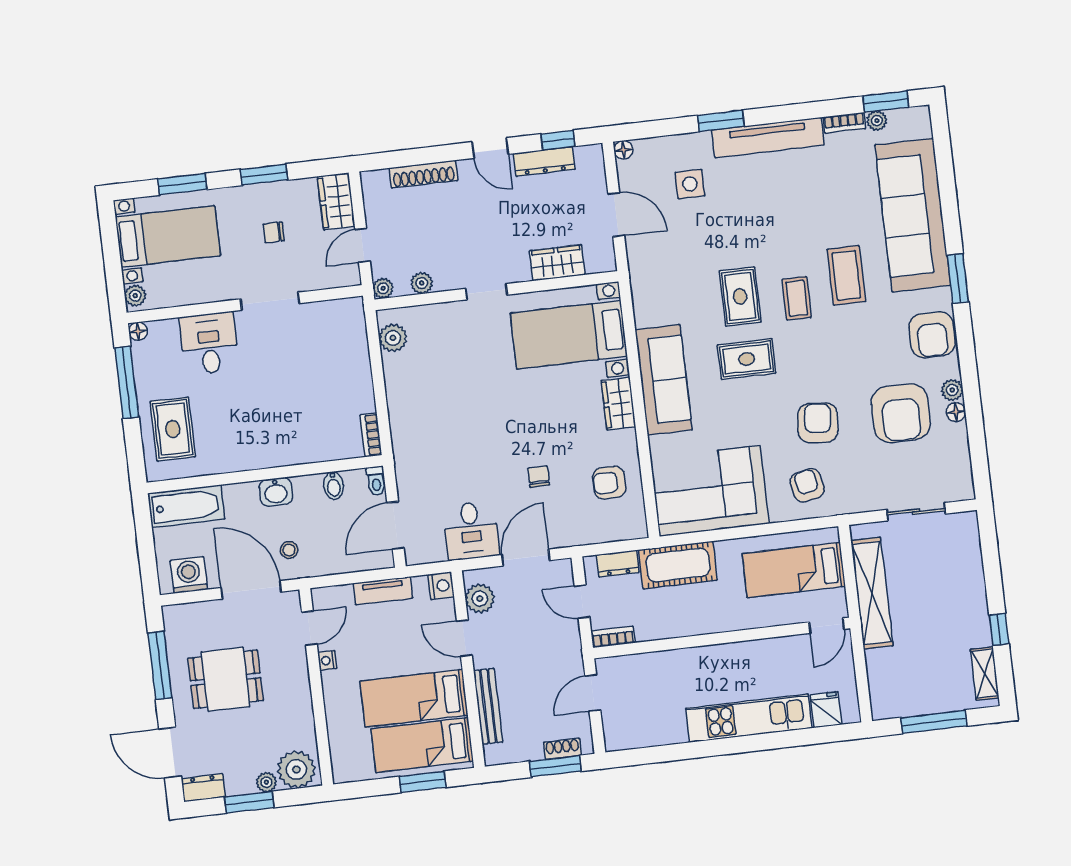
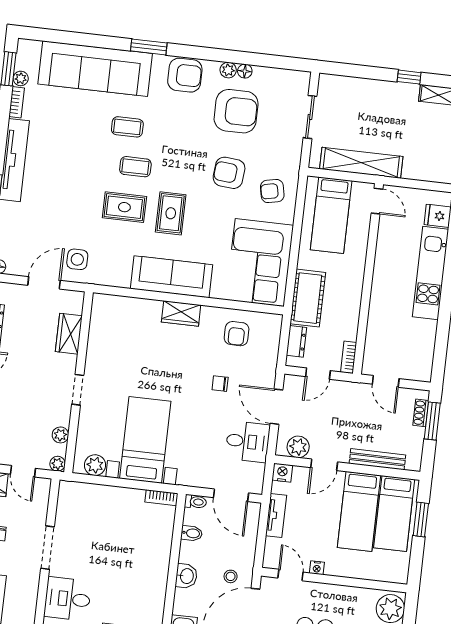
side table: (690, 184) -> (77, 259), moved
coffee table: (846, 275) -> (127, 127), width x0.73, depth x0.77
bed with nightstands: (569, 335) -> (145, 440), moved, turned 180

